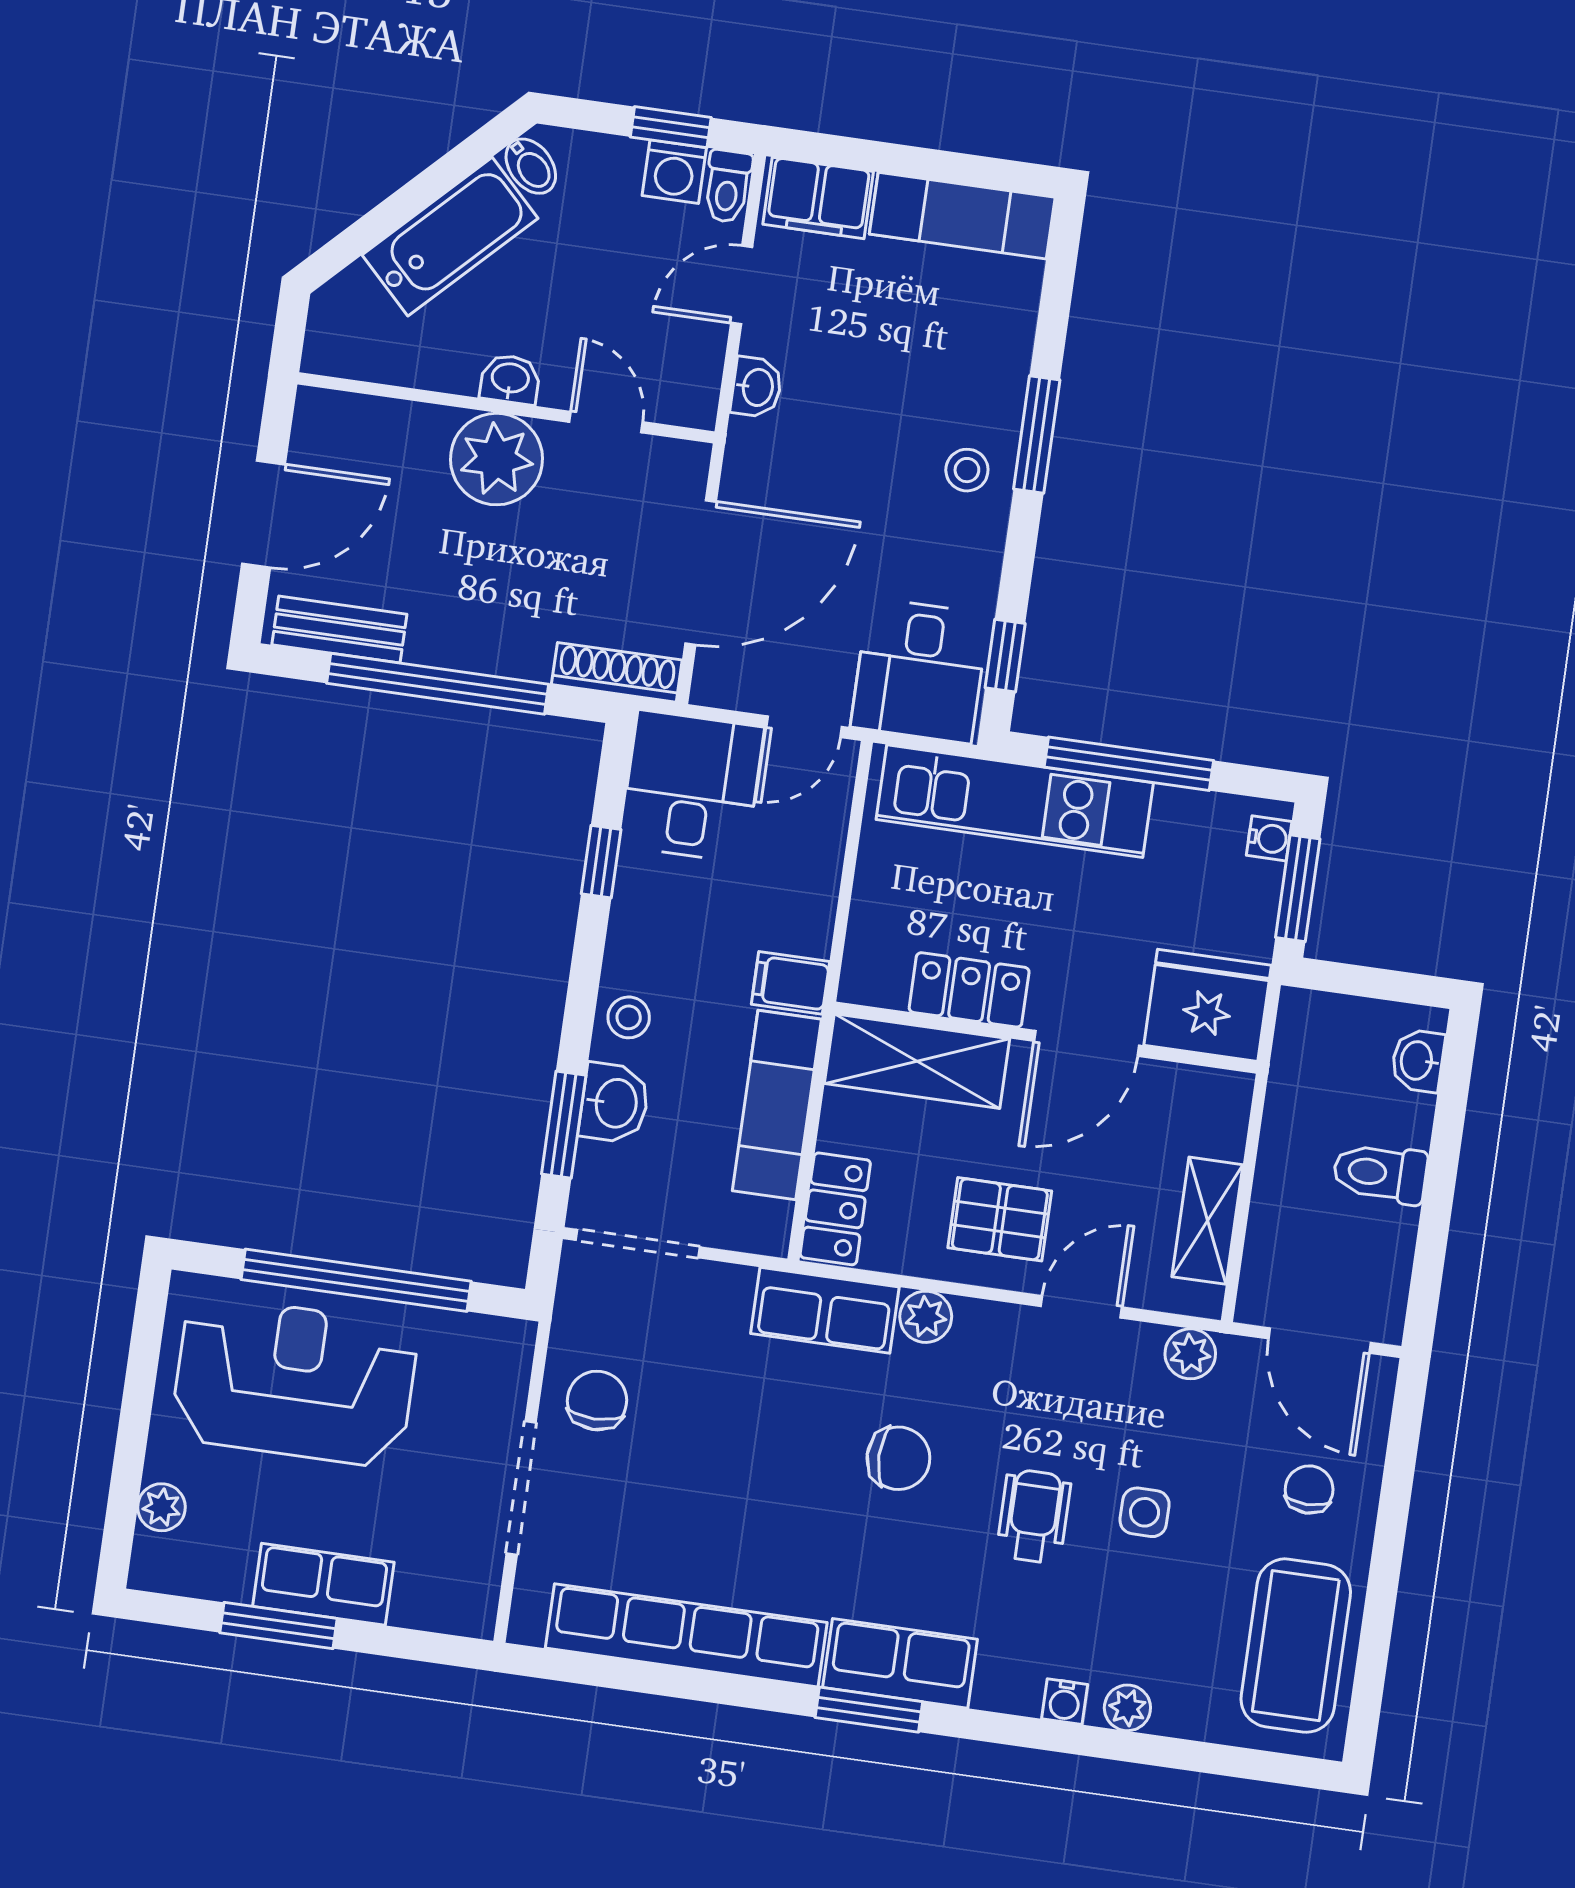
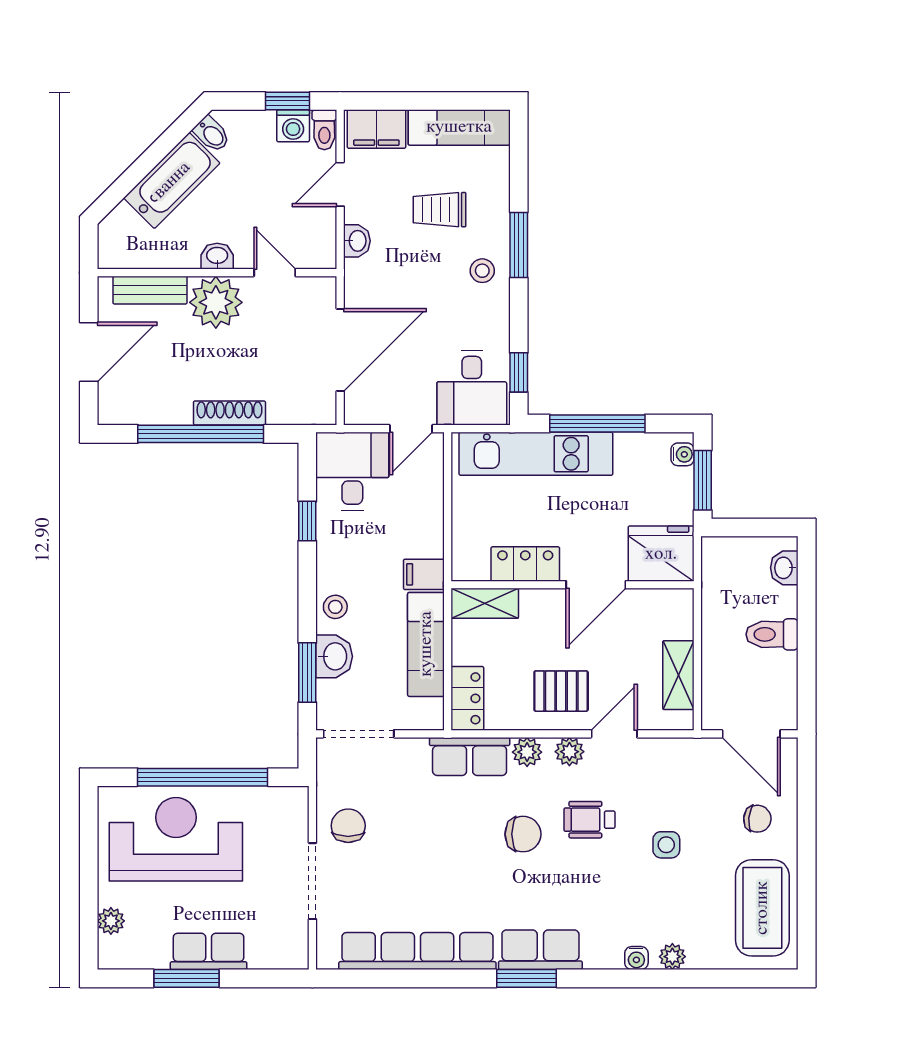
trolley: (908, 353) -> (440, 210), added
bench: (339, 629) -> (150, 290), moved
shoe rack: (617, 672) -> (229, 413), moved
shelving: (917, 1061) -> (485, 603), width x0.67, depth x0.75
plant: (1190, 1354) -> (569, 752), moved
chair: (1309, 1490) -> (757, 819), turned 95
wheelchair: (1034, 1516) -> (589, 820), moved, turned -90

